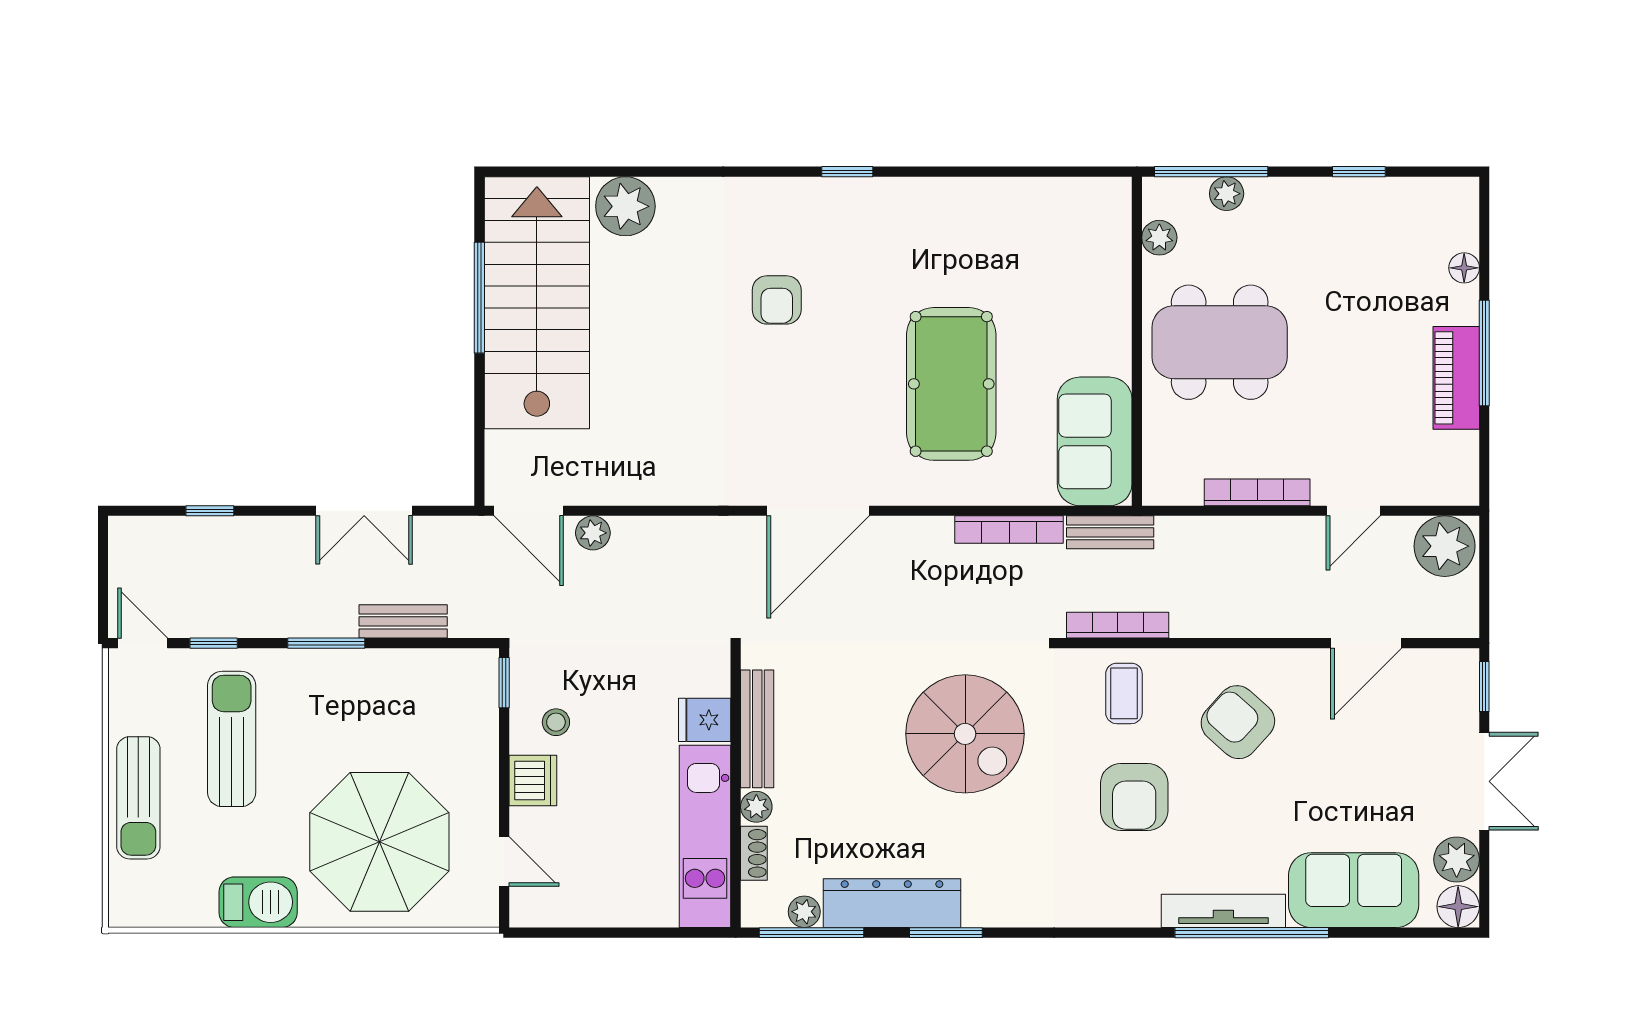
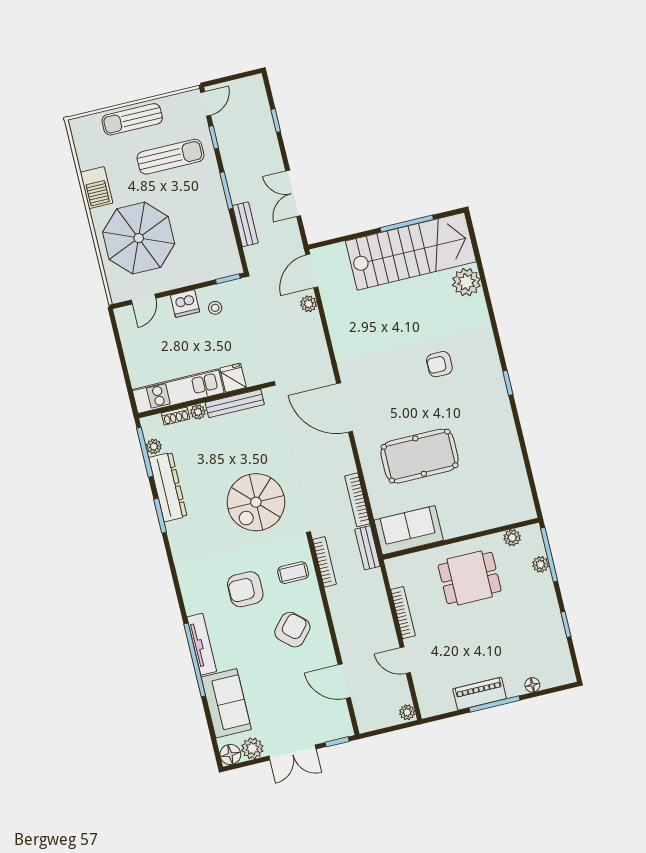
dining table: (1220, 342) -> (470, 578), width x0.73
plant: (1445, 546) -> (407, 712), width x0.53, depth x0.53

